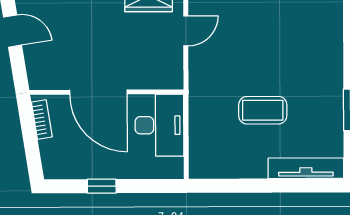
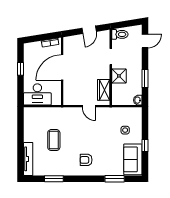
armchair: (308, 37) -> (86, 160), added
desk: (159, 125) -> (37, 94), moved

